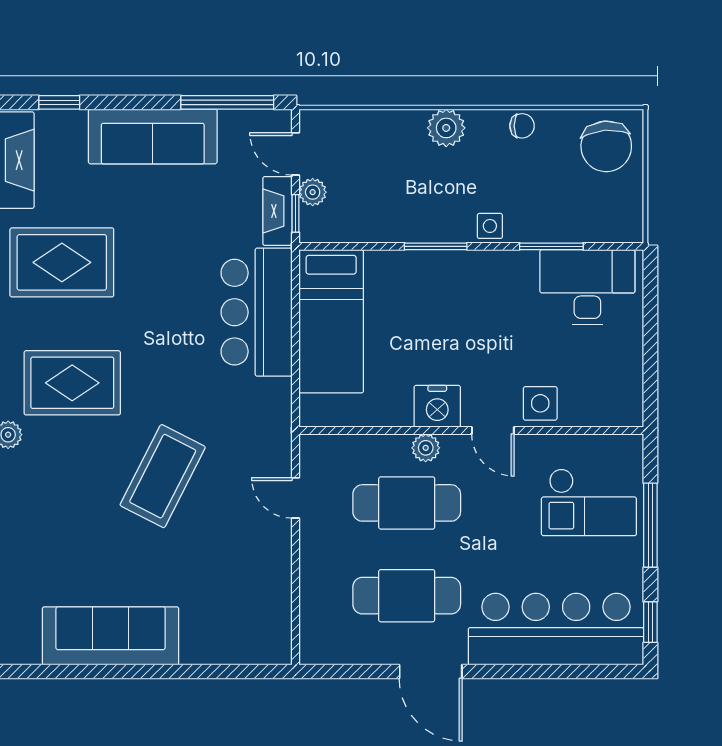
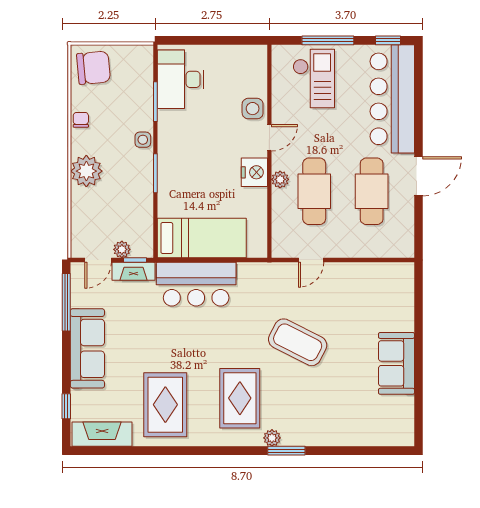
plant: (446, 128) -> (86, 171), width x1.36, depth x1.36
sofa: (111, 636) -> (396, 363), width x0.73

